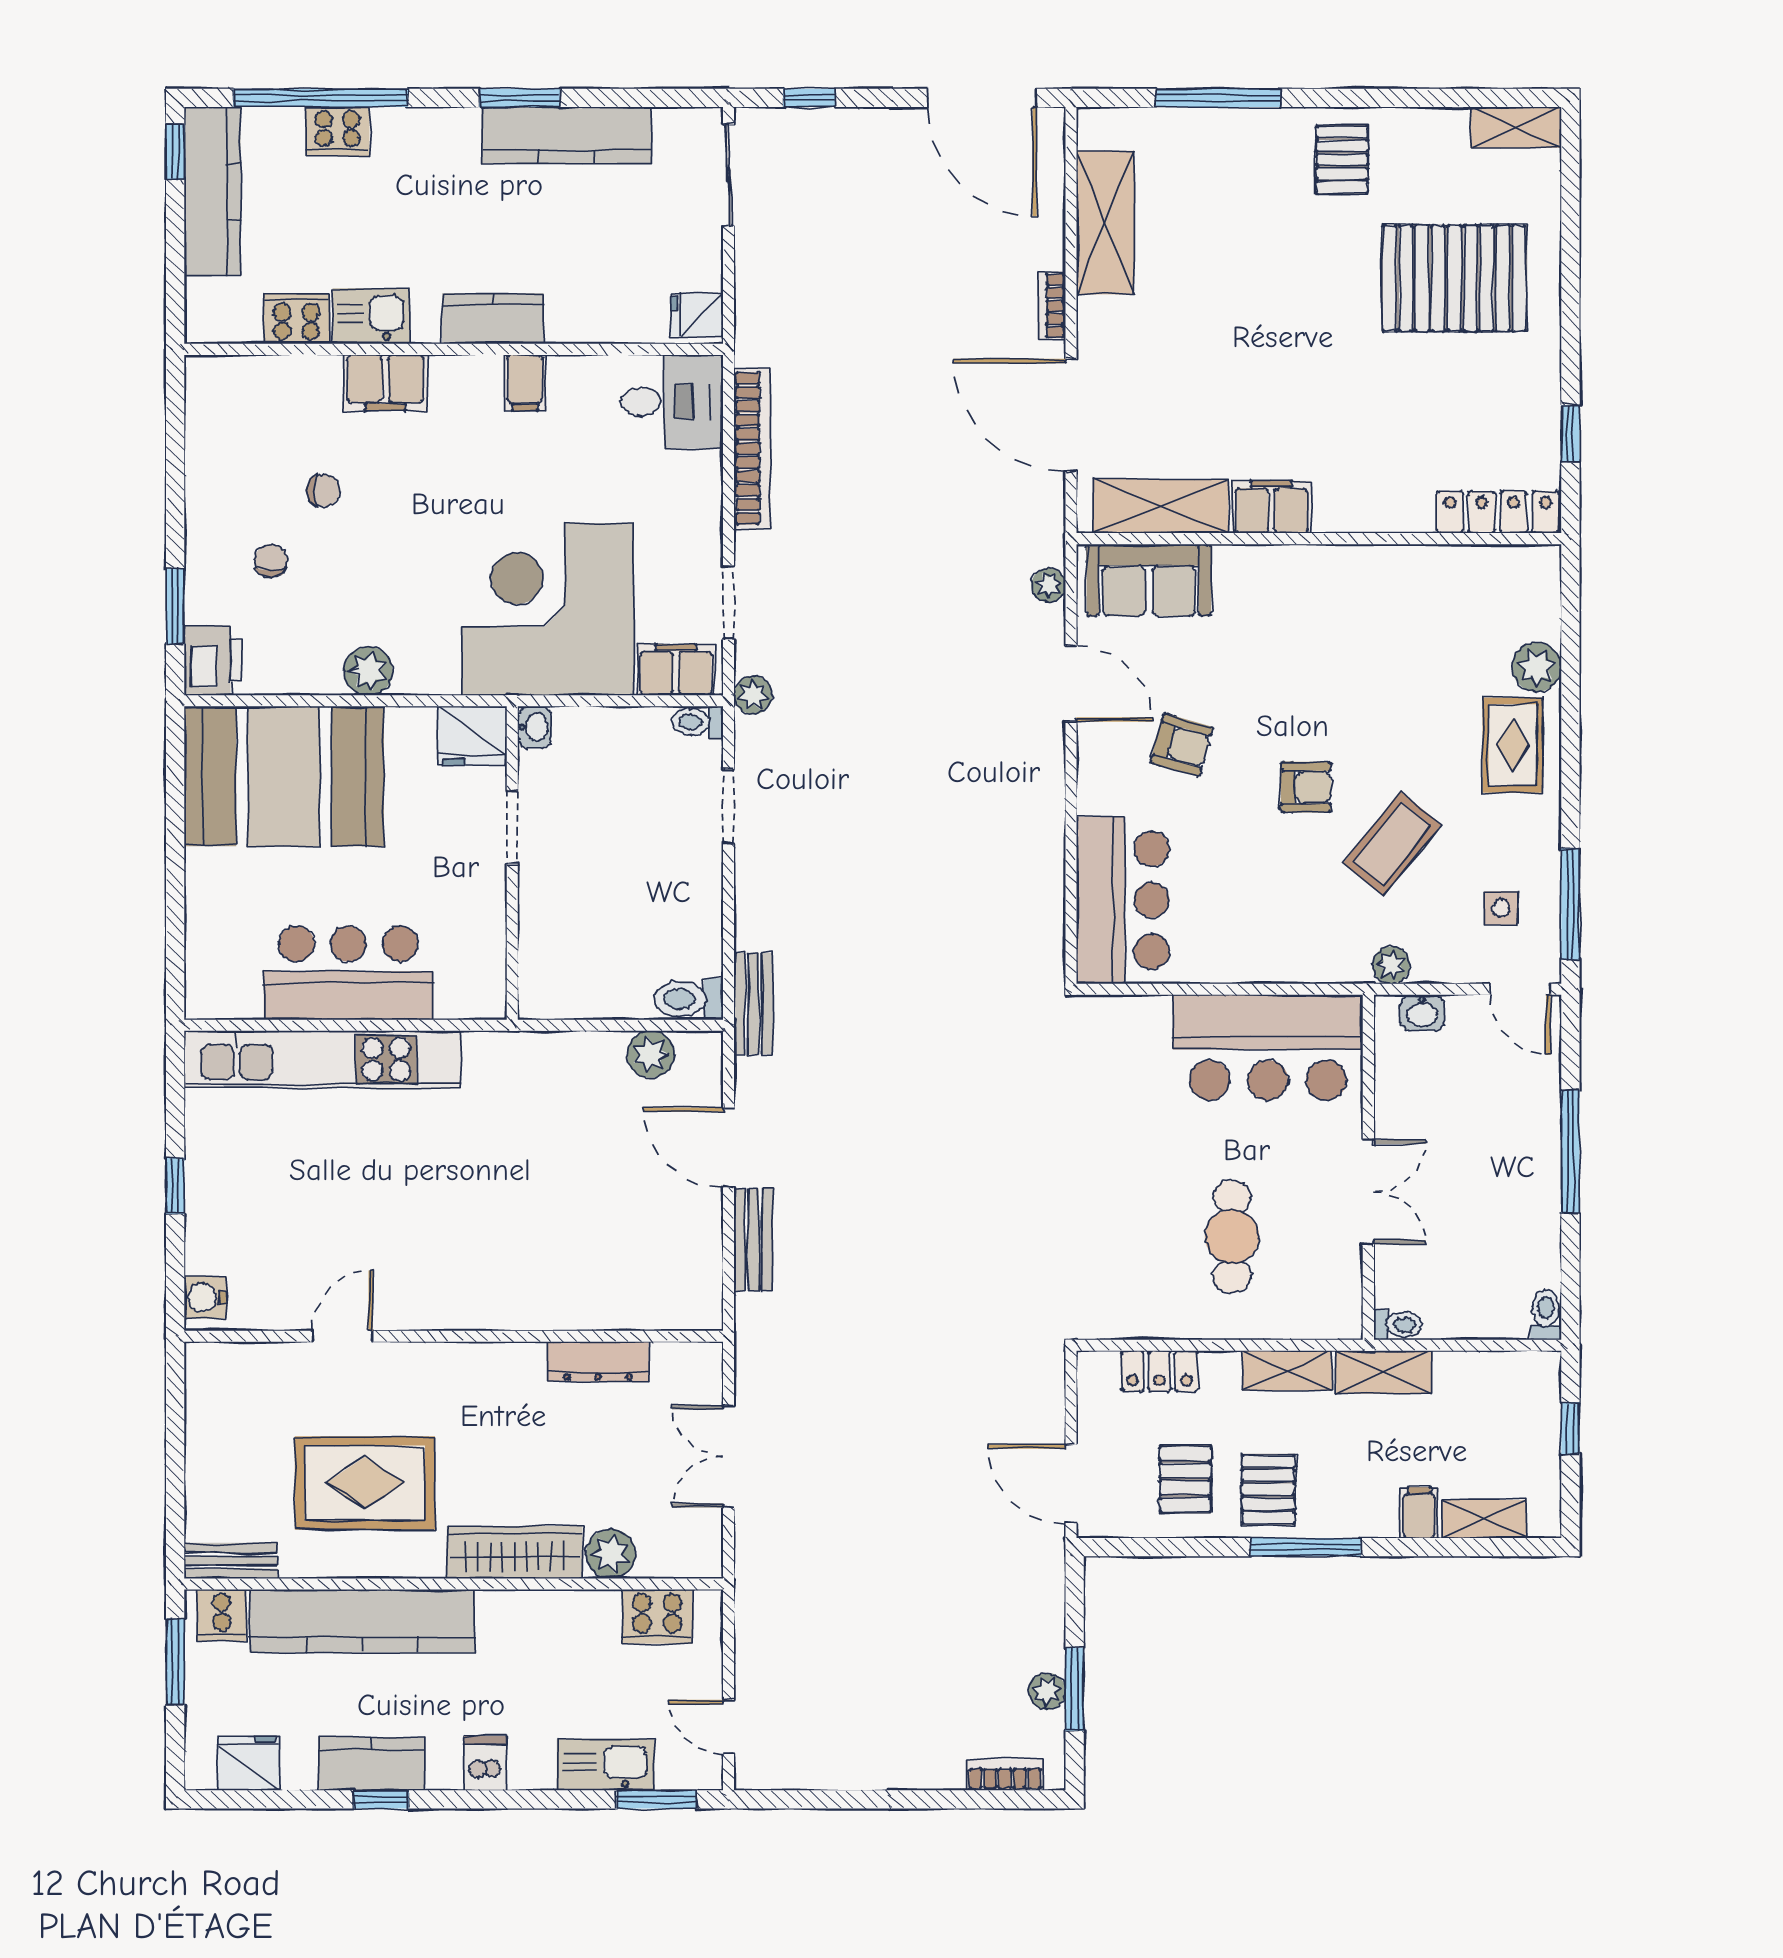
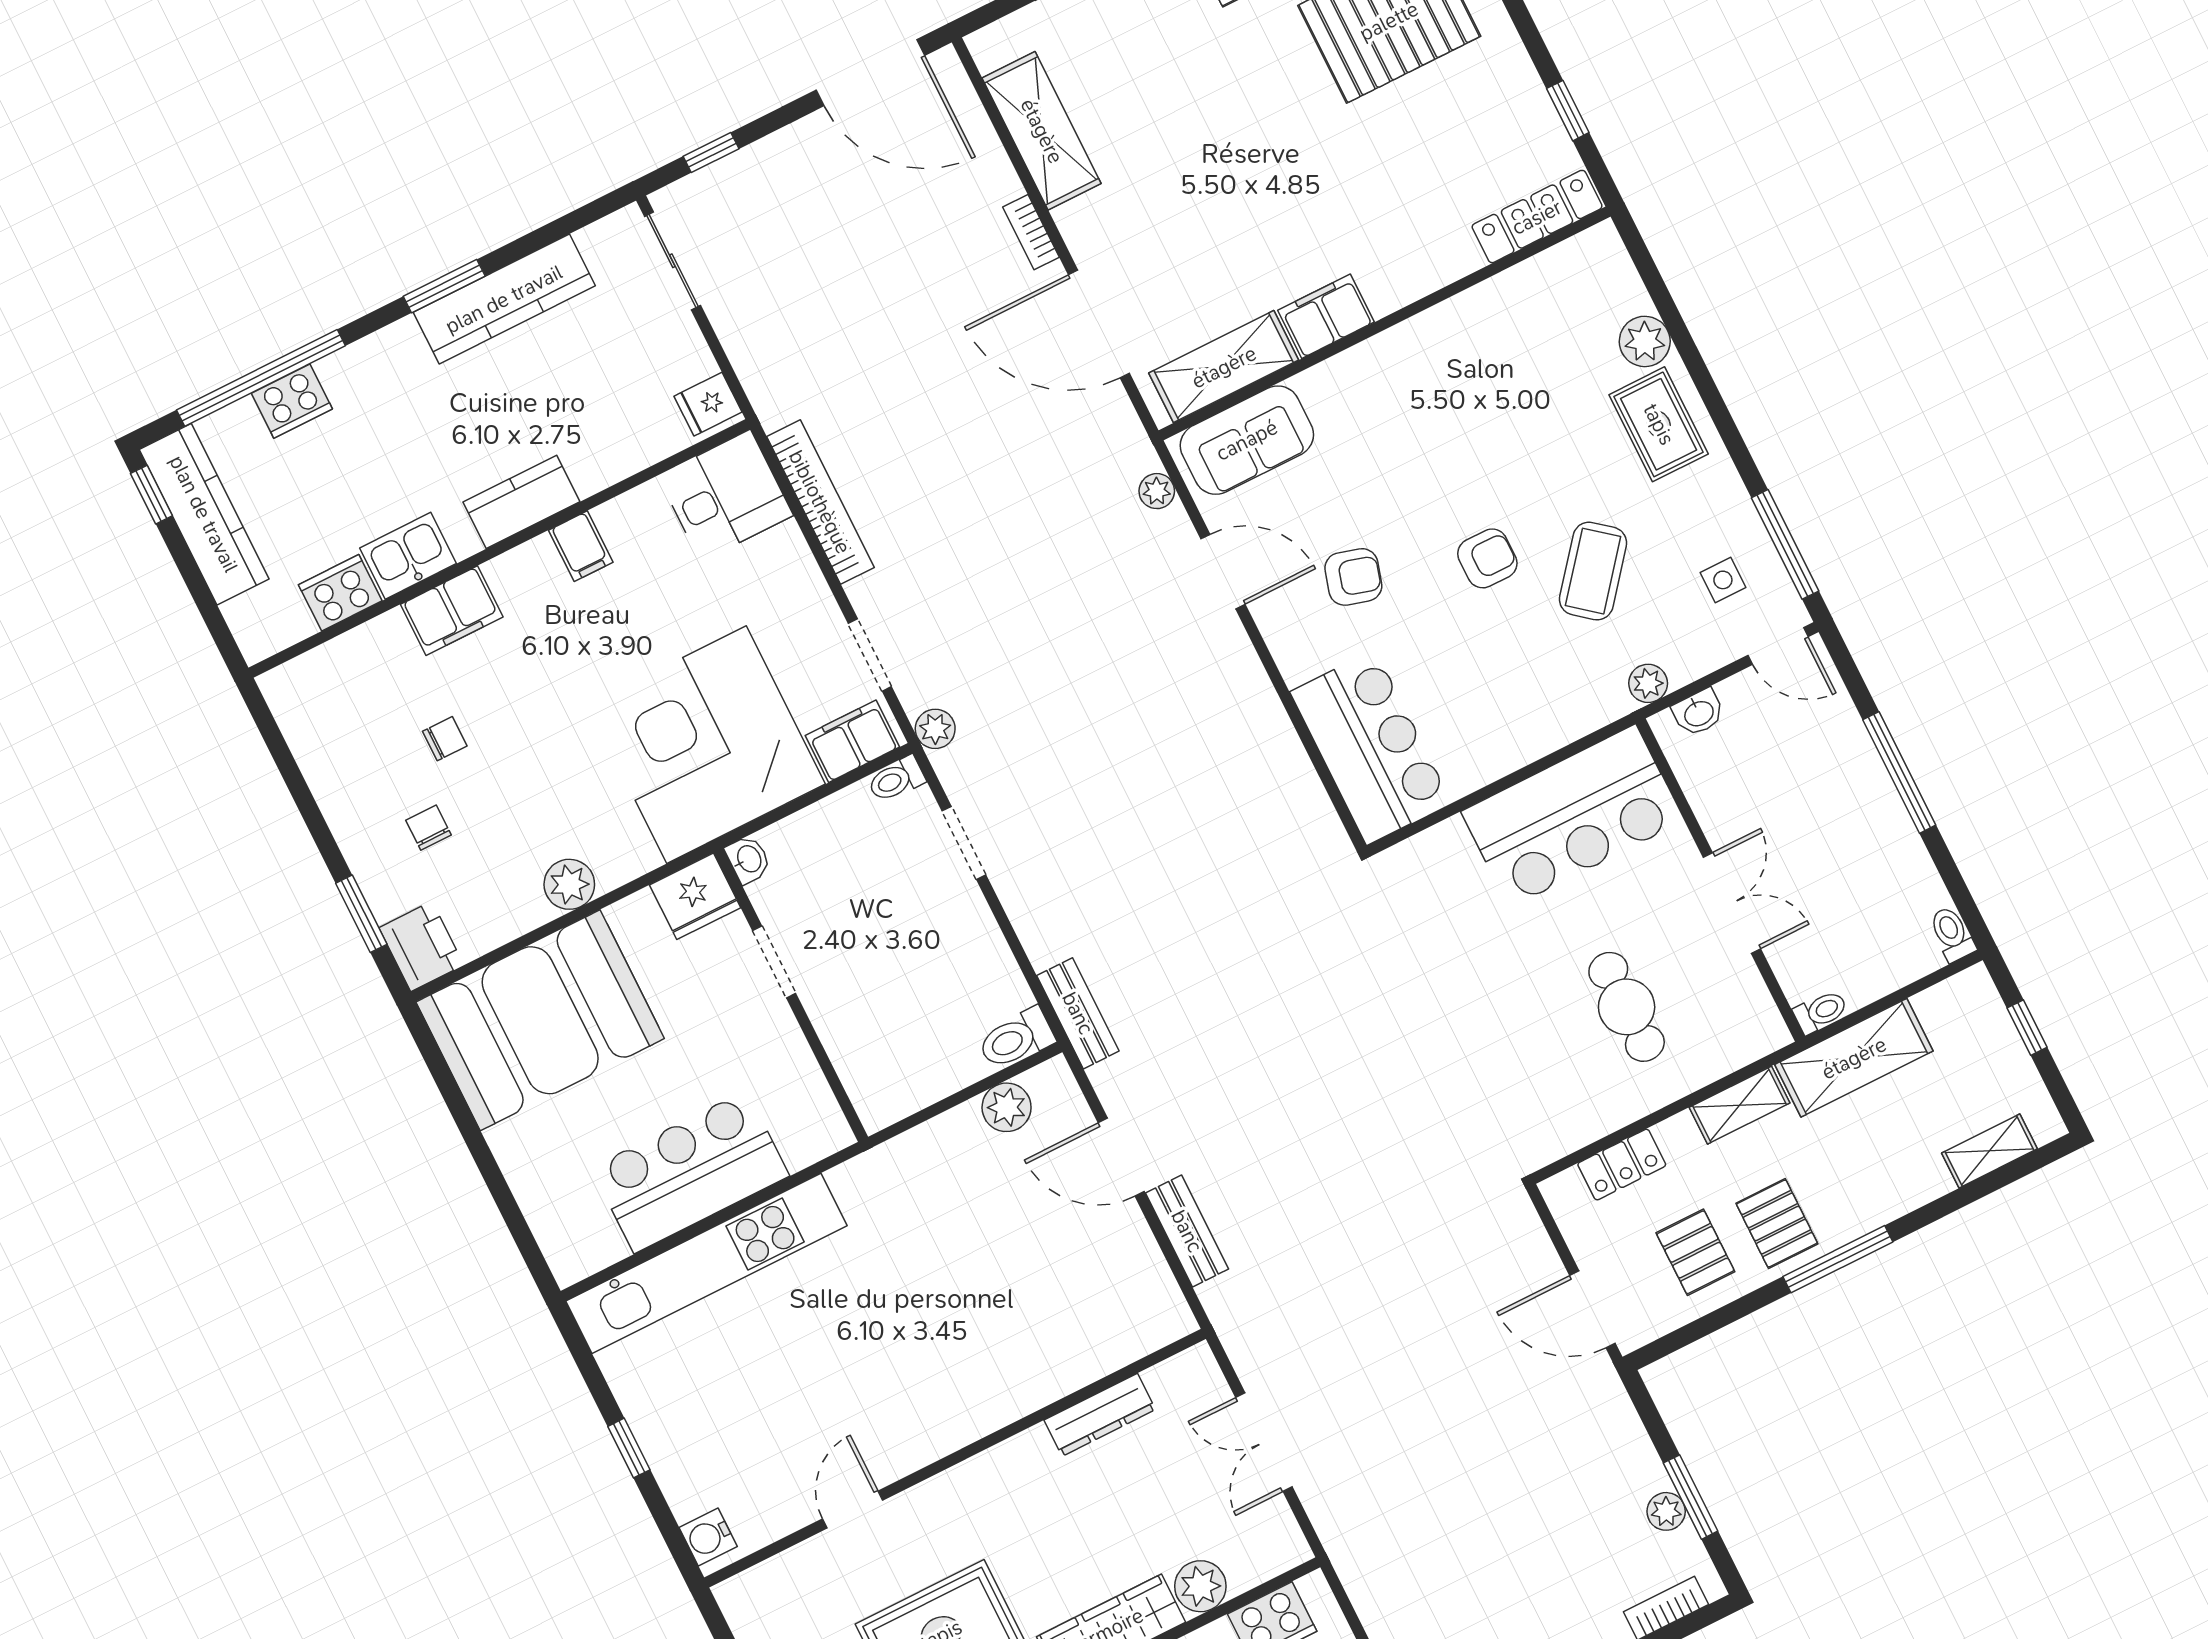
shelving: (1383, 1372) -> (1854, 1058), width x1.50, depth x1.33
filing cabinet: (1419, 1513) -> (1927, 1175), removed

